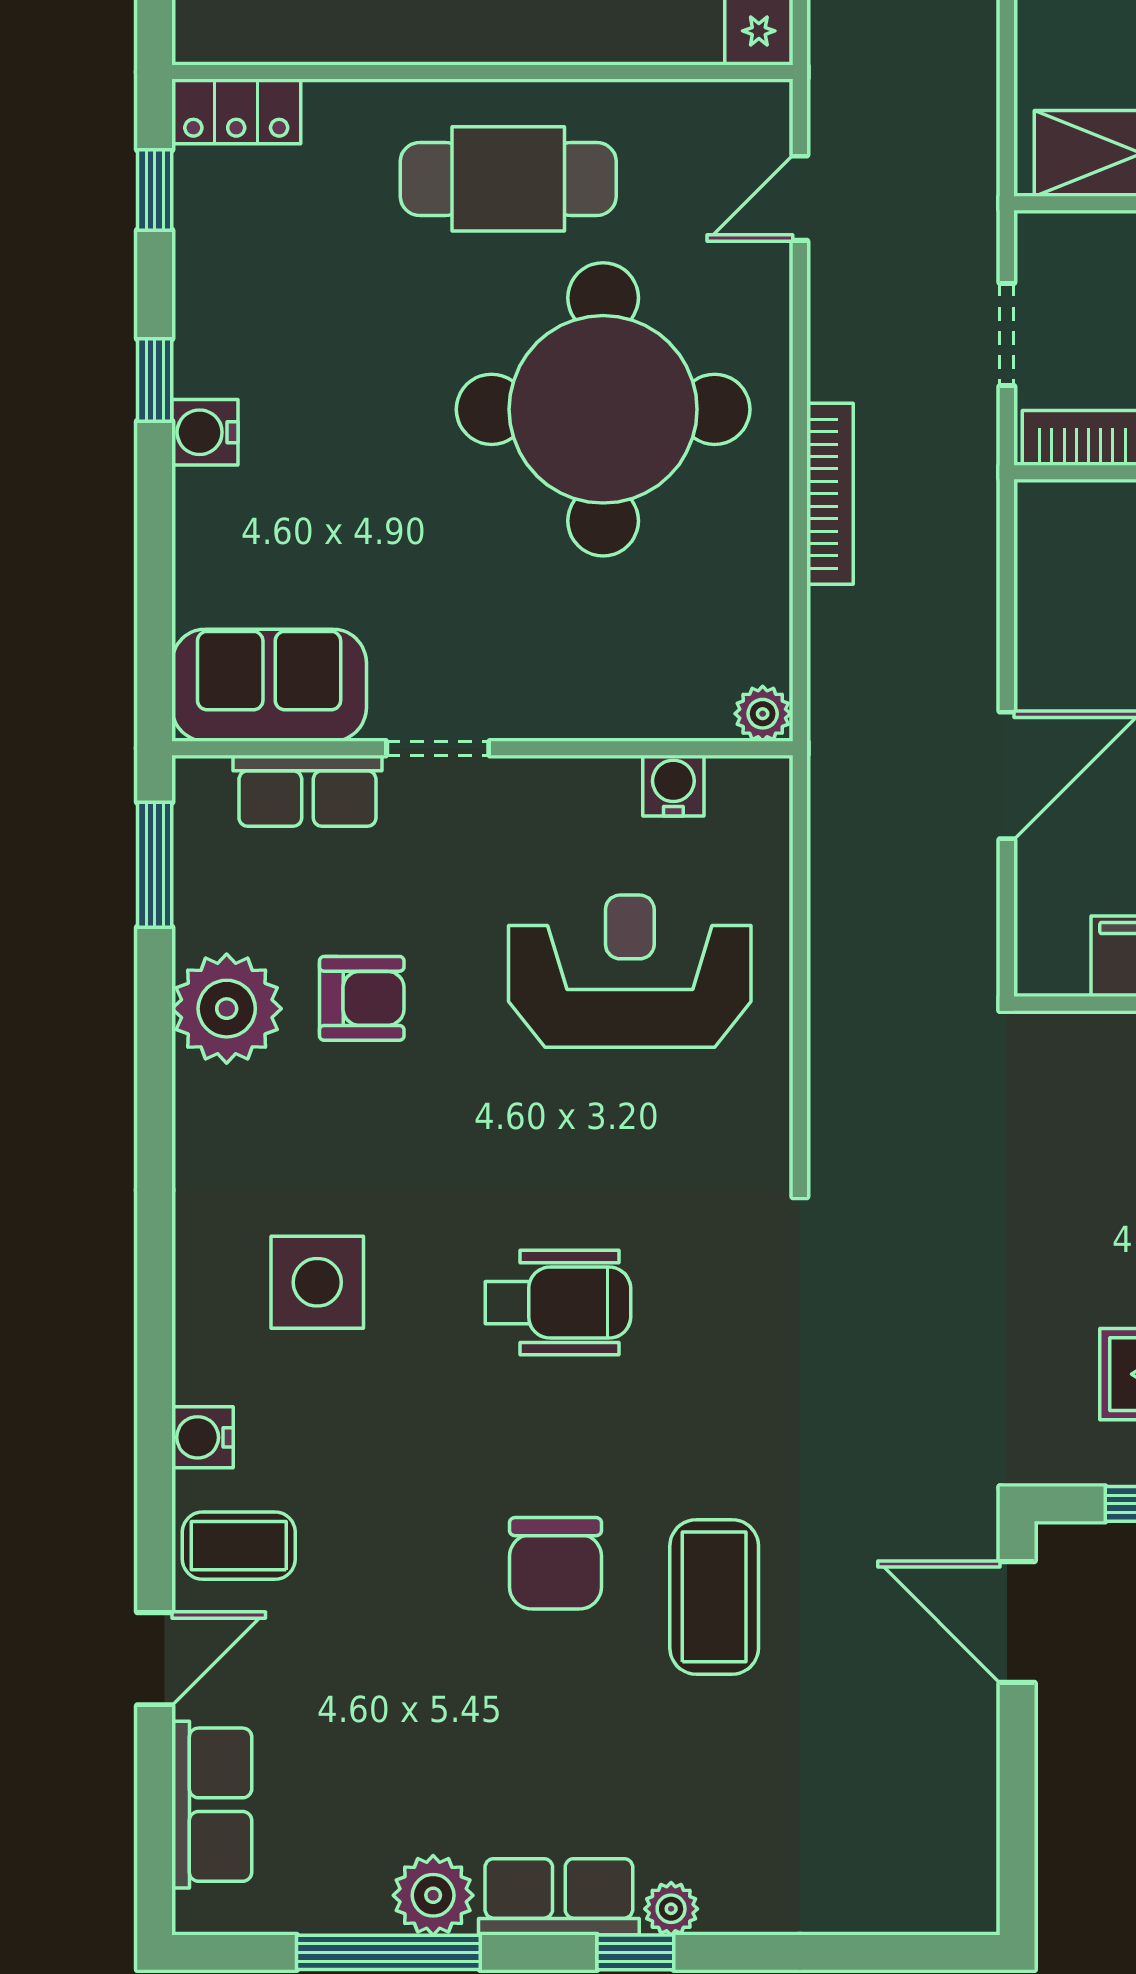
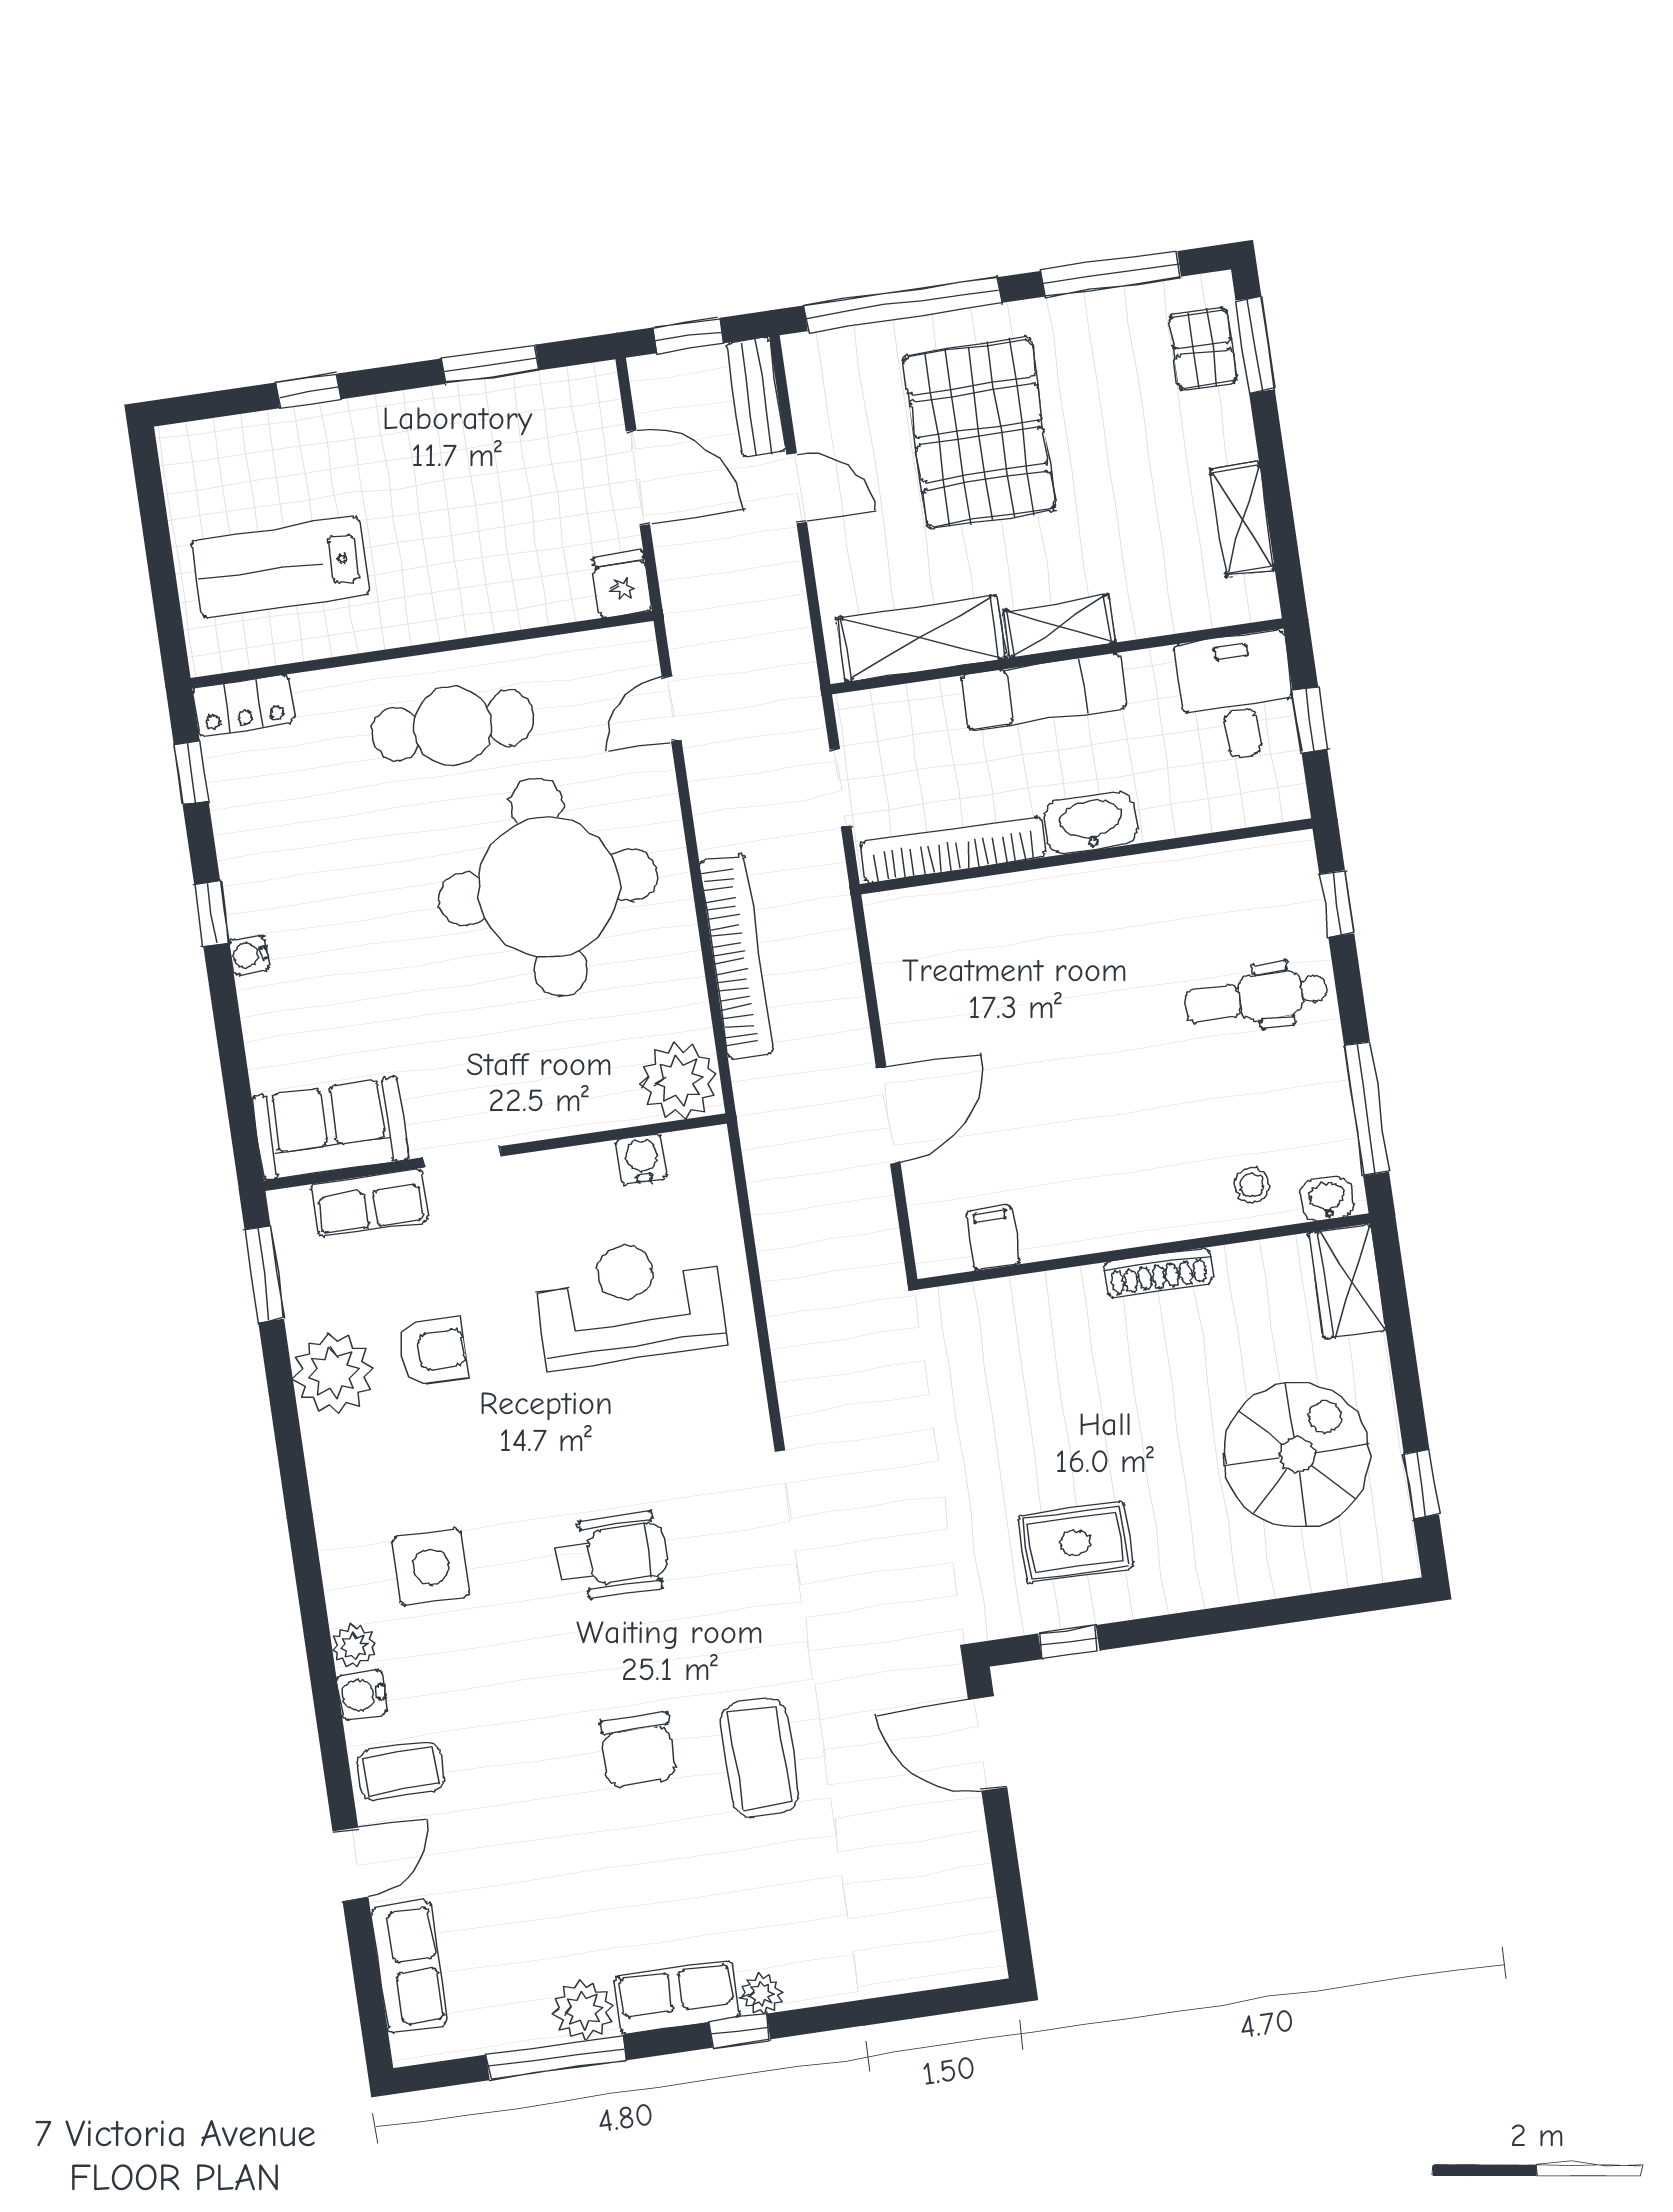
water cooler: (205, 432) -> (249, 955), width x0.72, depth x0.72
bookcase: (830, 494) -> (736, 957), width x1.48, depth x1.31
plant: (763, 714) -> (679, 1081), width x1.87, depth x1.87
plant: (201, 1372) -> (354, 1646), added

